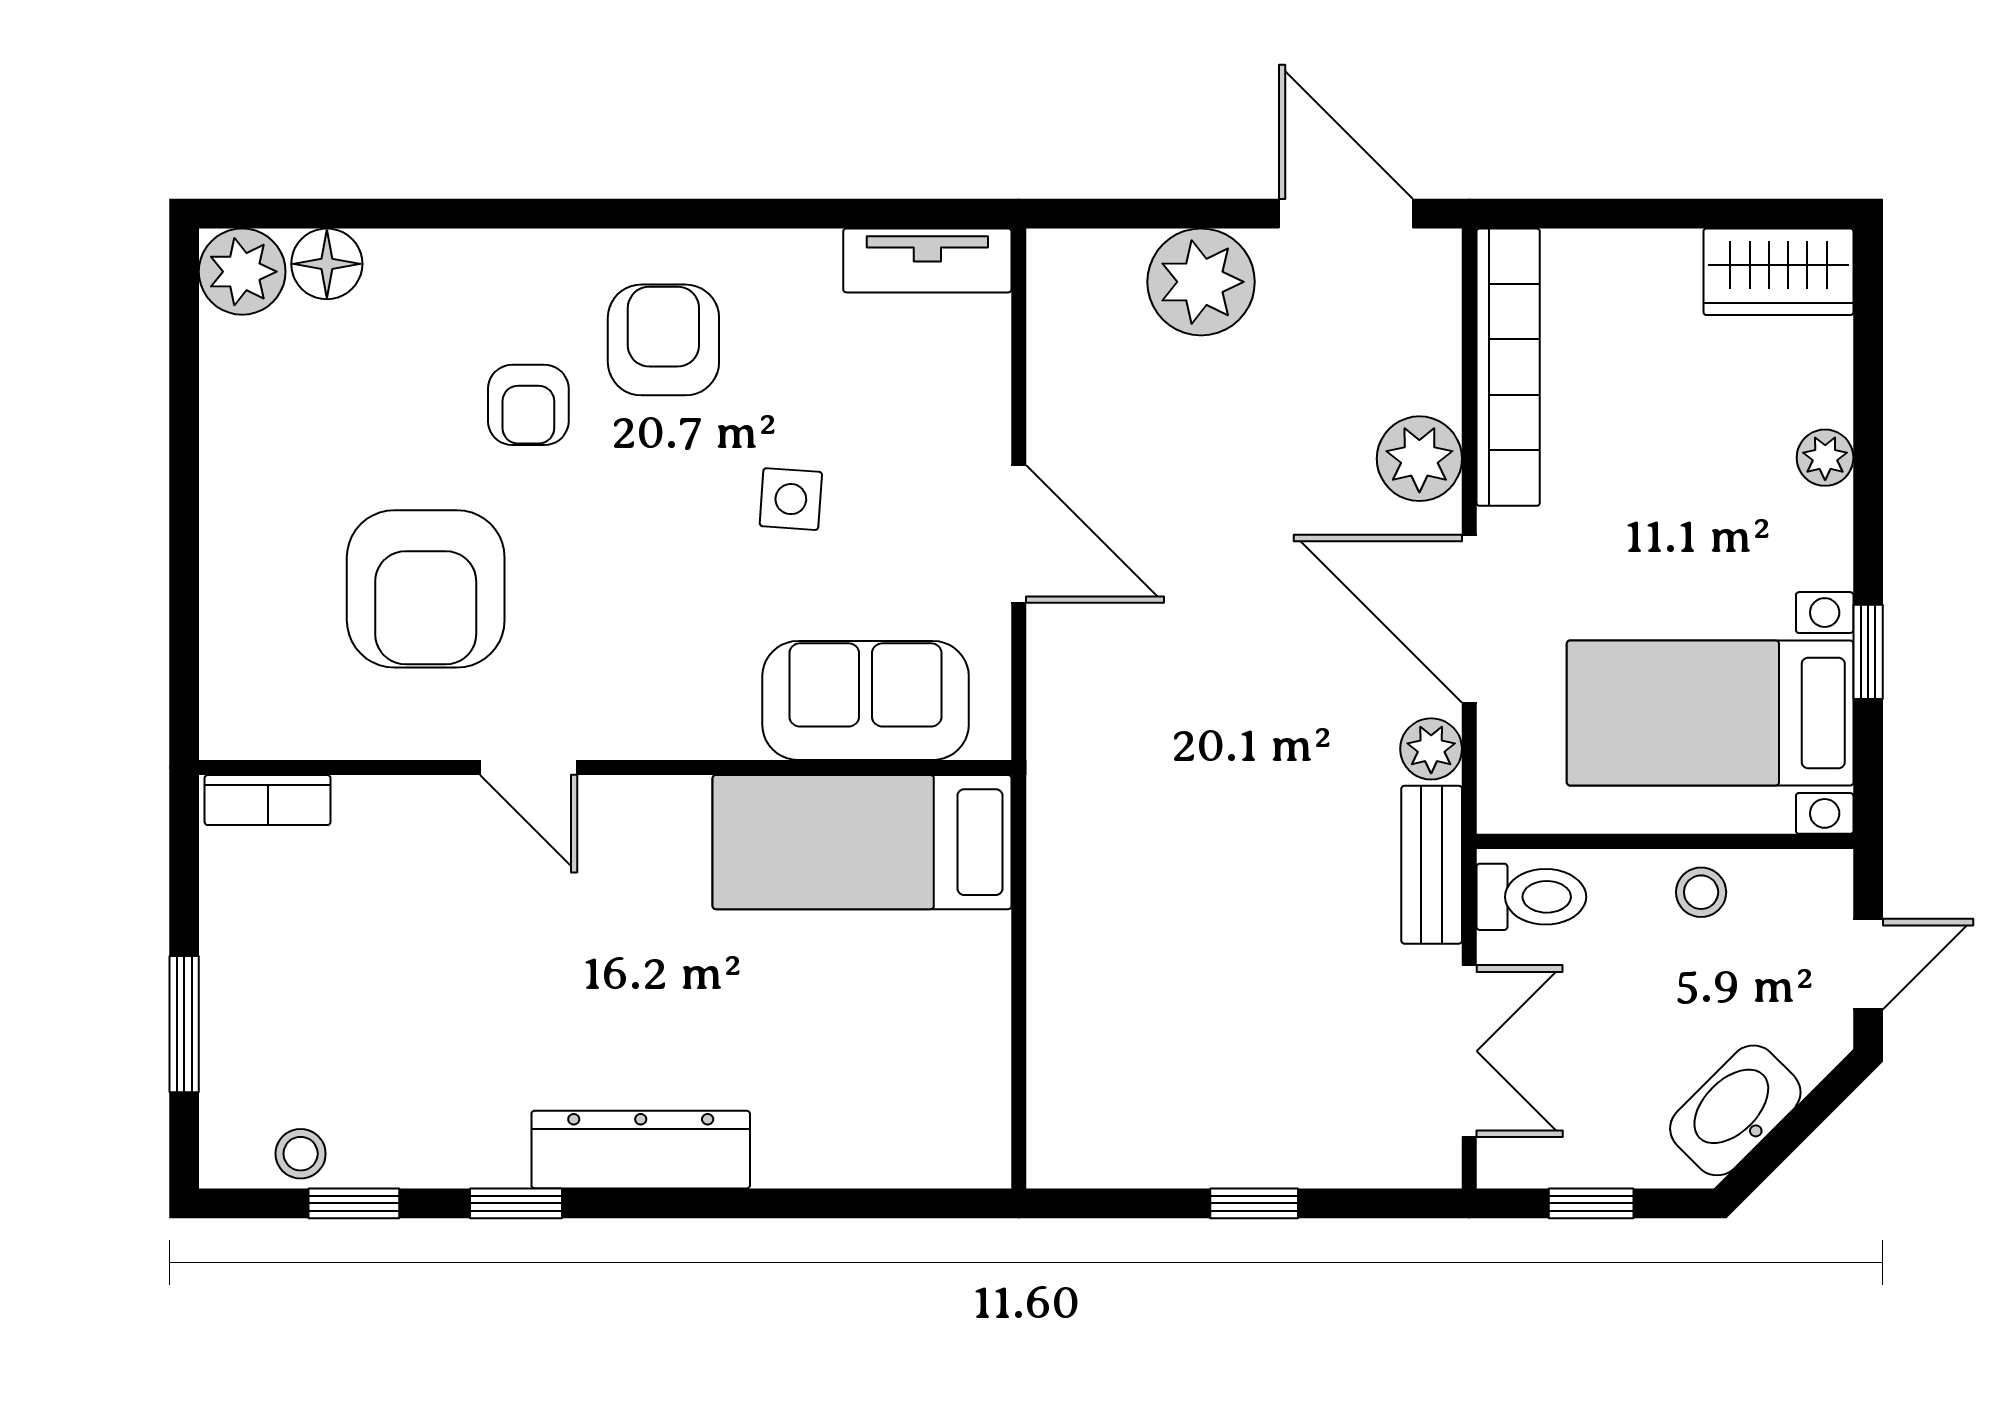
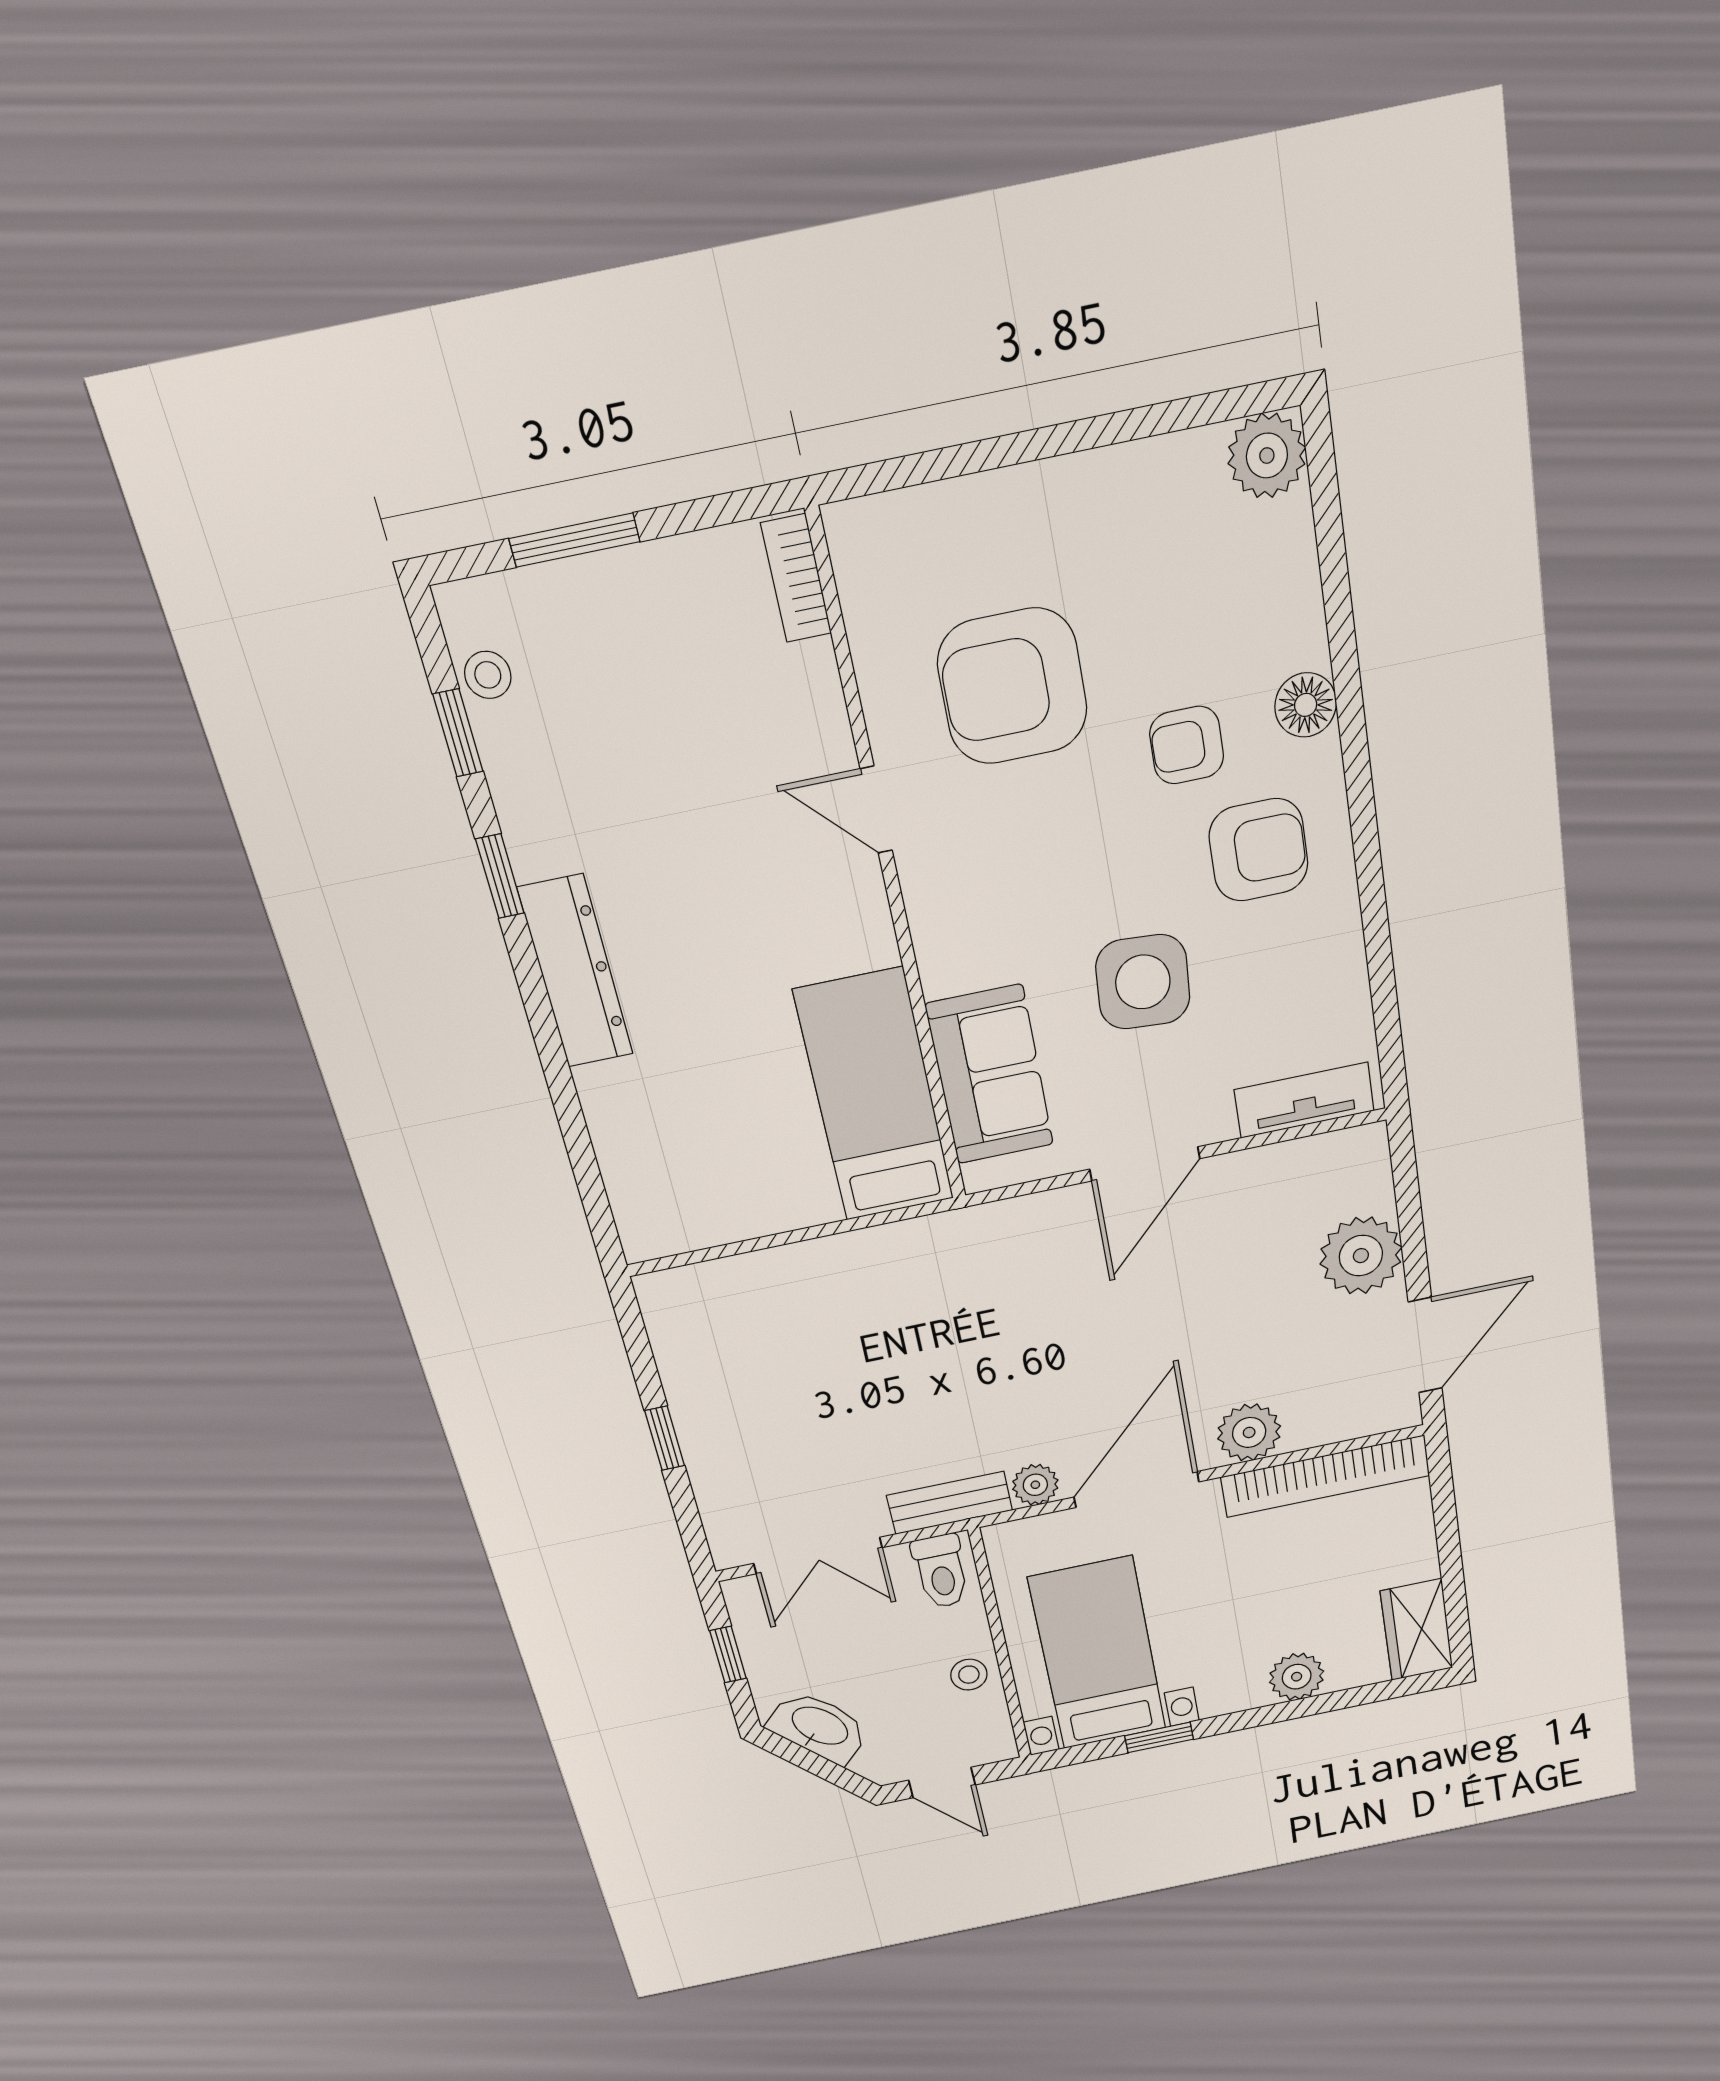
tv unit: (927, 260) -> (1304, 1100), moved, turned 90
floor lamp: (327, 264) -> (1306, 705), moved
plant: (1825, 458) -> (1297, 1677), width x1.38, depth x1.38
side table: (791, 499) -> (1143, 982), width x1.87, depth x1.87
door: (529, 768) -> (876, 810), hinge flipped

